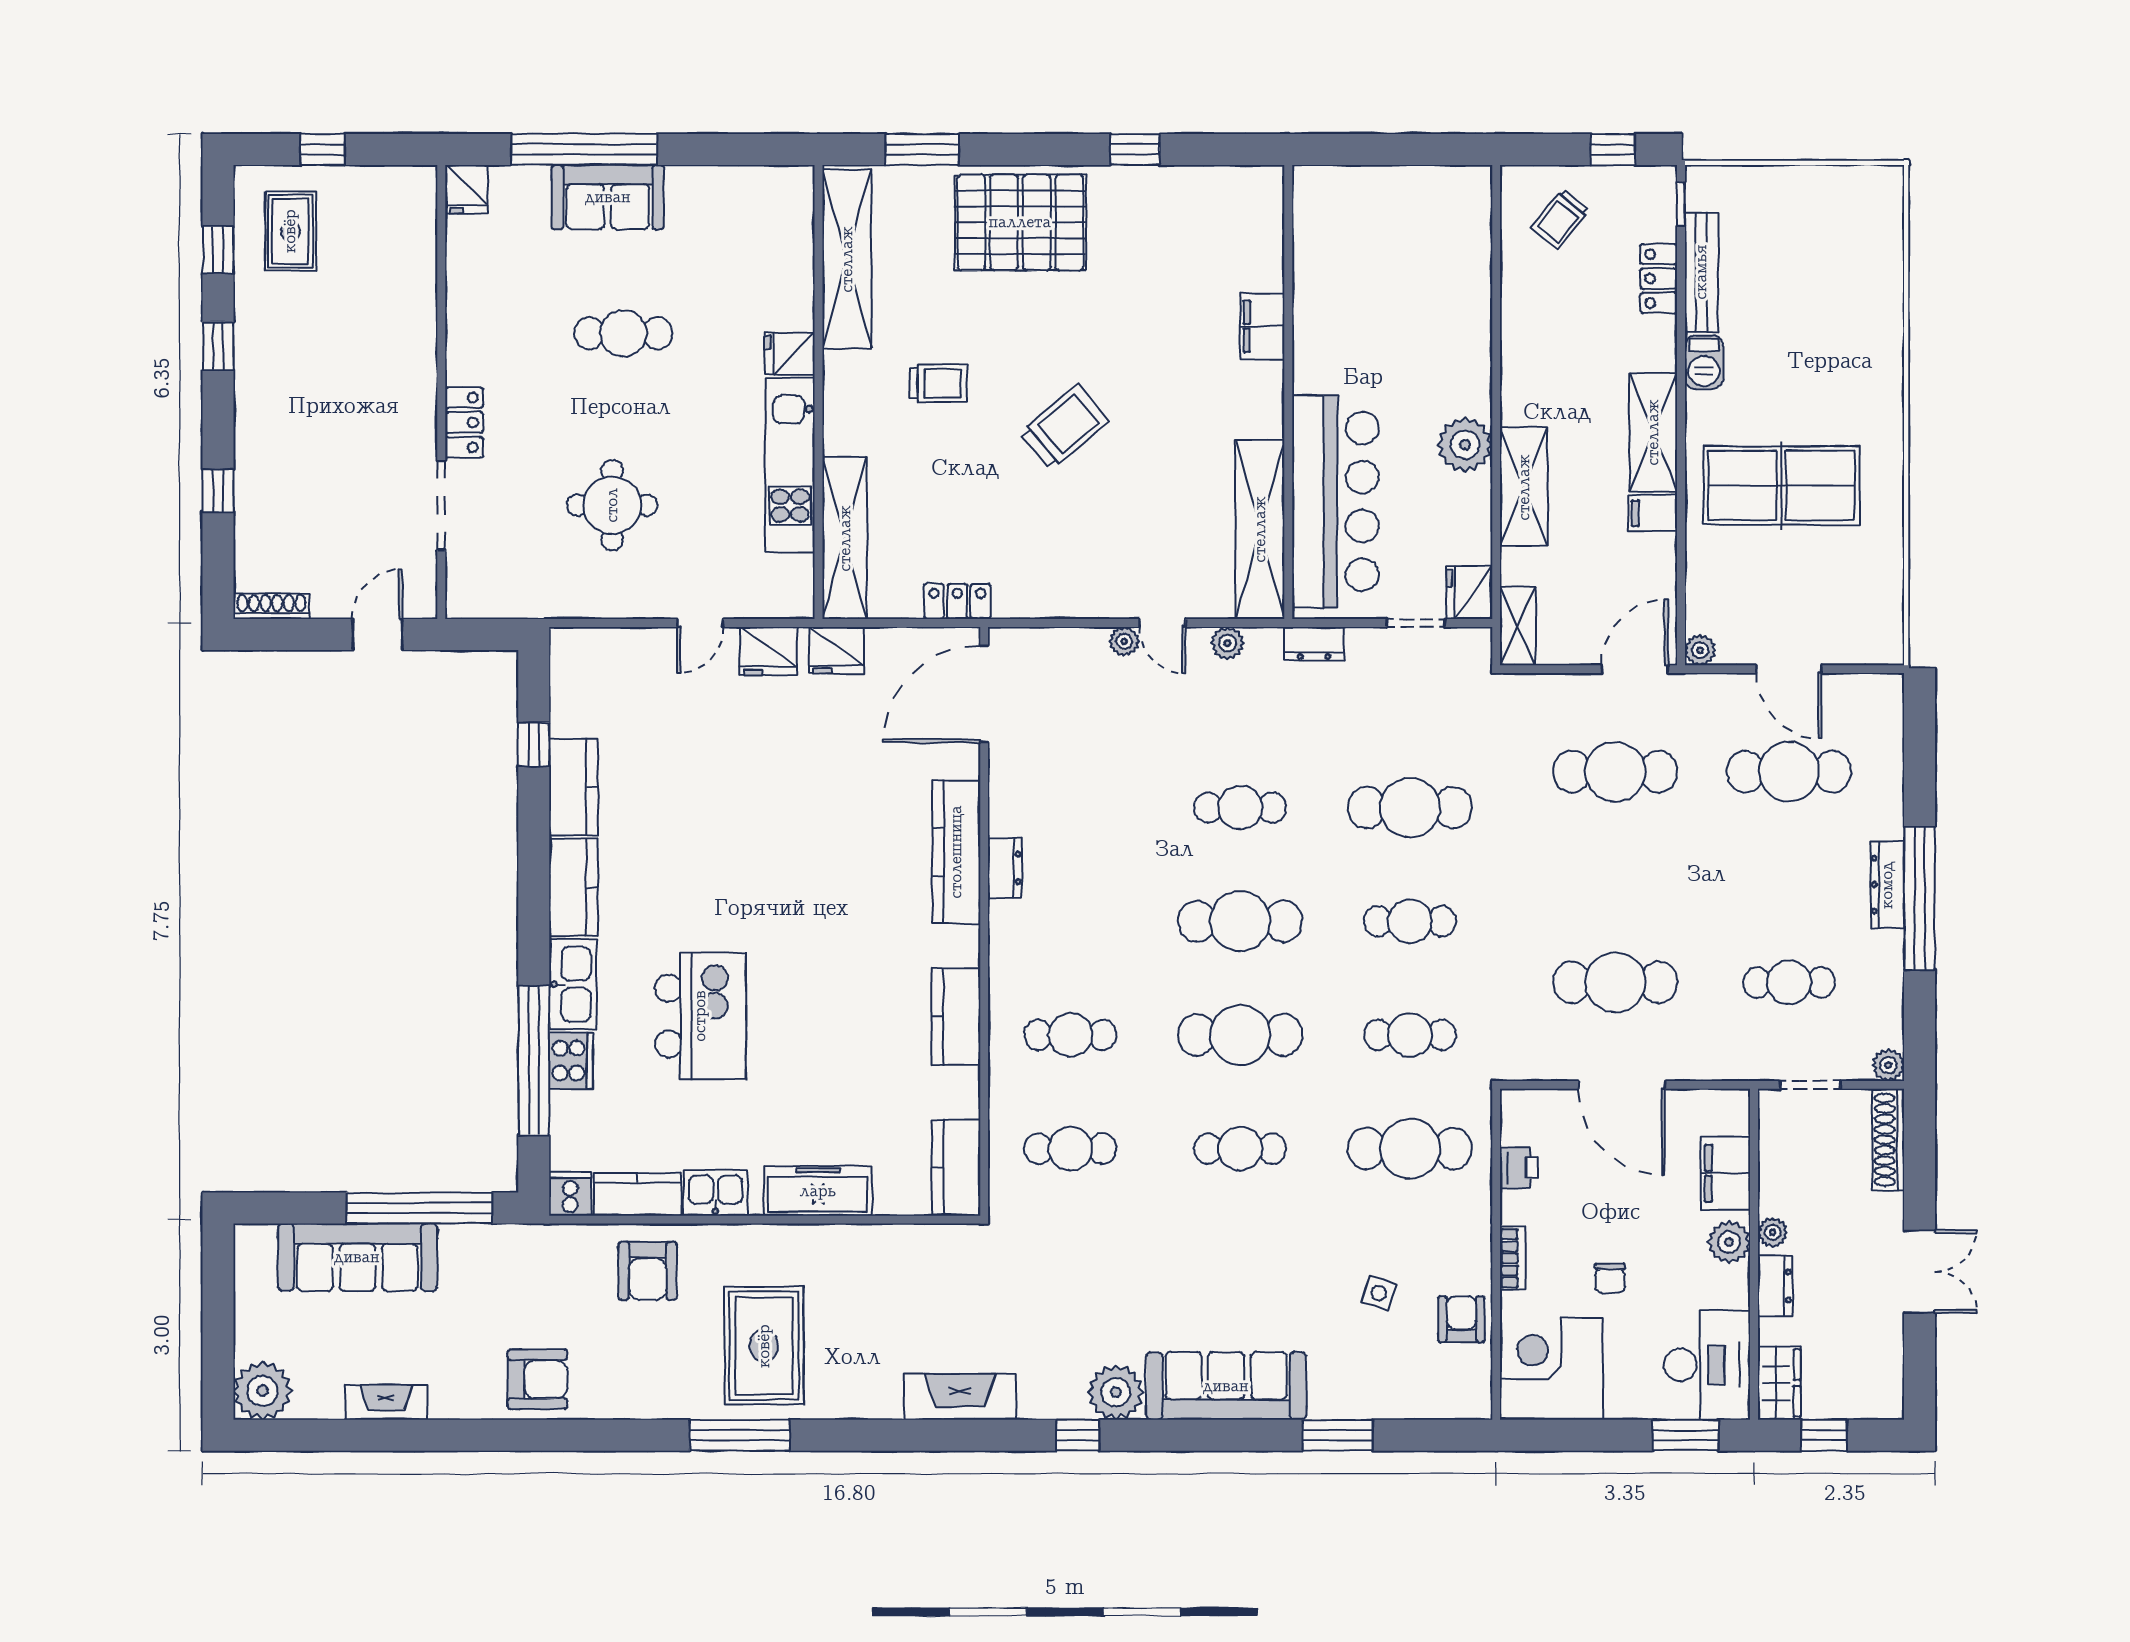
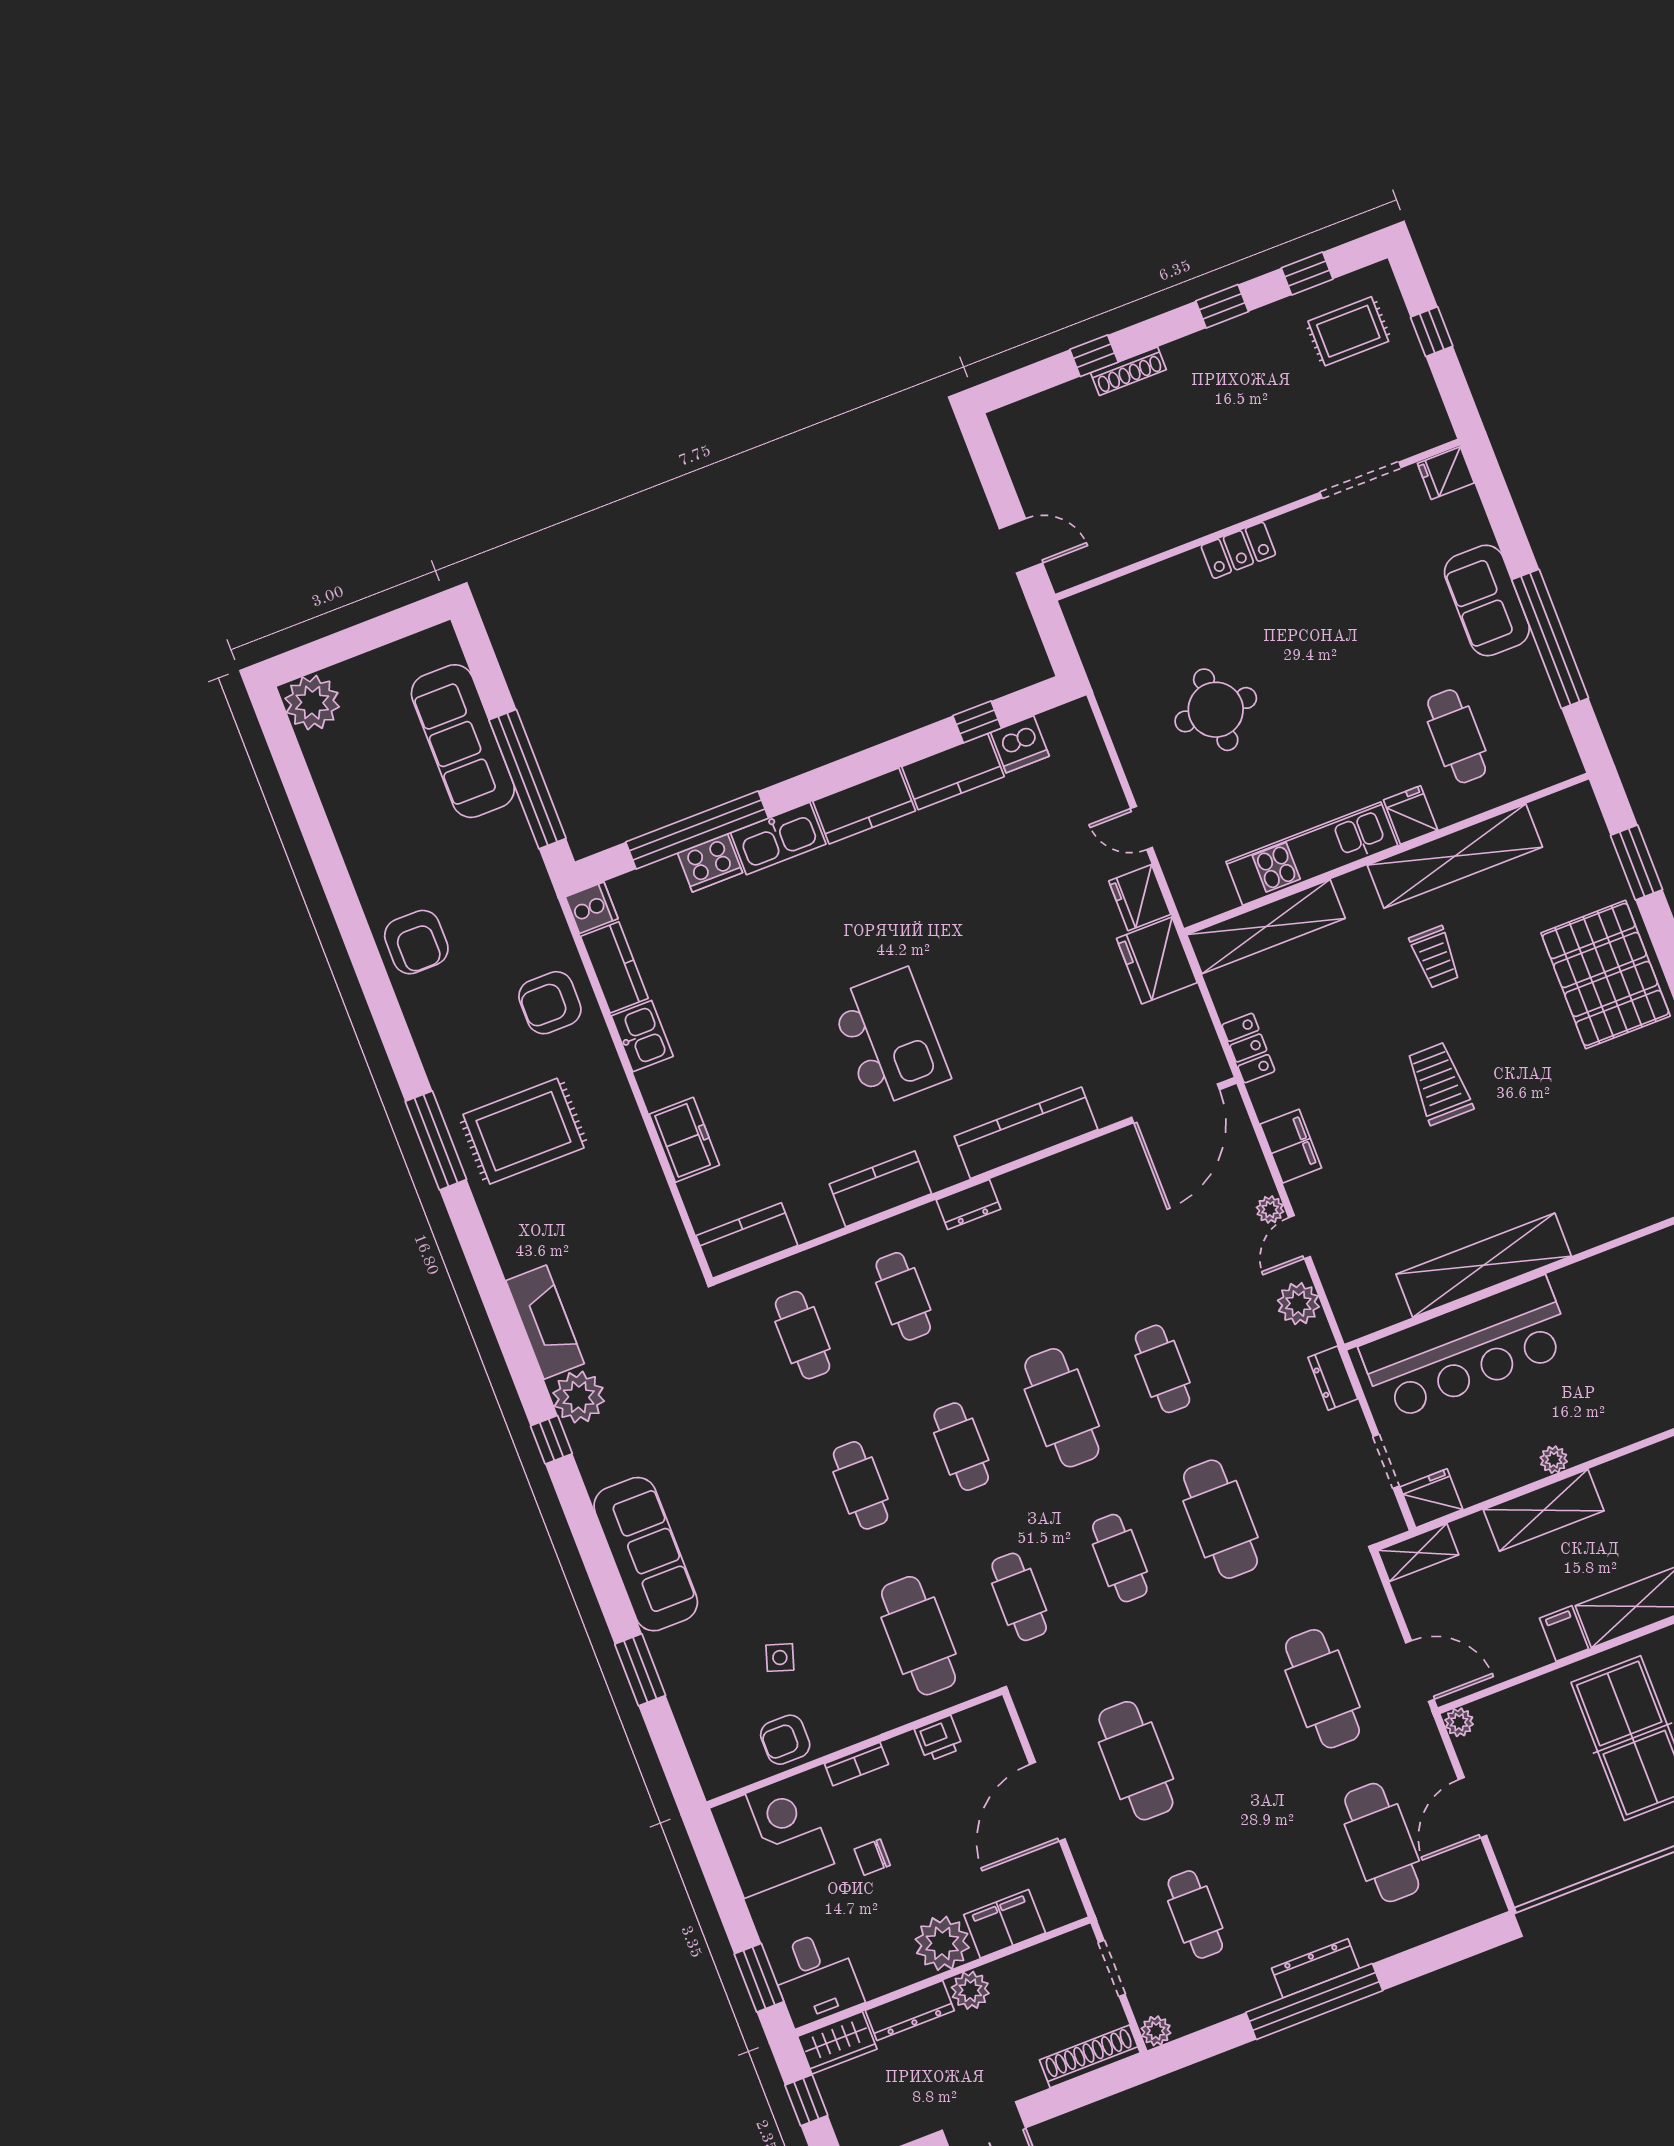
window: (584, 149) -> (1550, 639), moved
shelving: (847, 259) -> (1455, 856), moved
filing cabinet: (1262, 326) -> (1291, 1146), moved, turned 90
cafe table: (623, 333) -> (1457, 736), moved
trolley: (1064, 427) -> (1439, 1083), turned -140
plant: (1465, 445) -> (1554, 1460), width x0.53, depth x0.53
doorway: (441, 505) -> (1361, 480), moved
shelving: (1260, 529) -> (1484, 1265), moved
shoe rack: (271, 606) -> (1128, 371), moved, turned 90
plant: (1227, 643) -> (1298, 1304), width x1.38, depth x1.38
fridge: (837, 650) -> (1157, 961), width x1.36, depth x1.34
door: (984, 694) -> (1176, 1103), swing flipped
dishwasher: (572, 711) -> (1020, 744), added
dresser: (1005, 868) -> (968, 1204), moved
kitchen island: (700, 1016) -> (890, 1038), moved, turned -90
cafe table: (1240, 1035) -> (961, 1447), width x0.73, depth x0.74
freezer: (818, 1191) -> (684, 1140), width x0.71
plant: (1773, 1232) -> (970, 1990), width x1.38, depth x1.38
plant: (1729, 1242) -> (942, 1943), width x1.36, depth x1.36
dresser: (1775, 1286) -> (910, 2010), width x1.44
armchair: (1461, 1319) -> (785, 1740), turned 180
desk: (1707, 1365) -> (815, 1978), width x0.73
plant: (1116, 1392) -> (579, 1397), moved
fireplace: (386, 1402) -> (344, 816), removed

